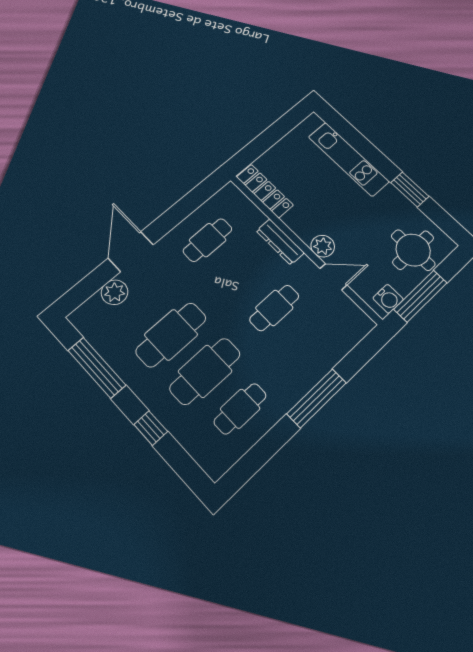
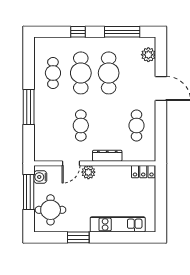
locker: (265, 191) -> (143, 172), width x0.66
plant: (115, 292) -> (148, 55), moved

